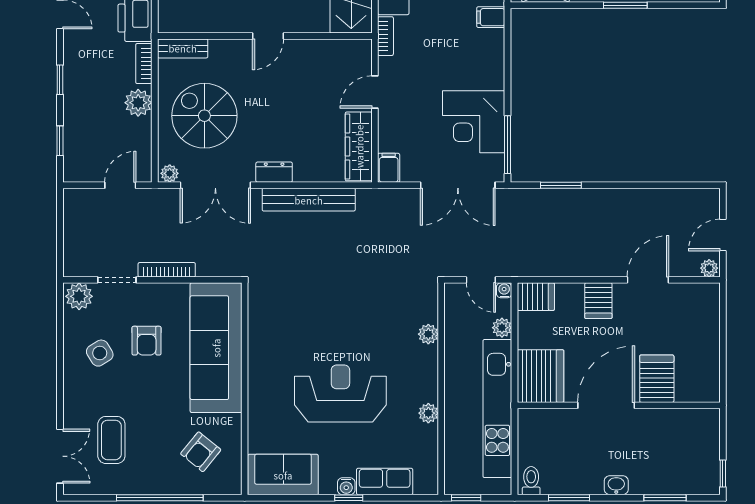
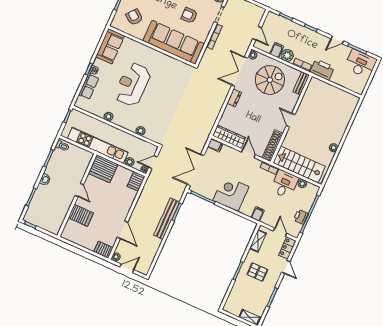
shoe rack: (336, 49) -> (273, 145), added
corner desk: (474, 122) -> (231, 194), moved
filing cabinet: (137, 129) -> (277, 50), added
bench: (309, 200) -> (167, 219), moved
door: (723, 235) -> (127, 268), hinge flipped
server rack: (598, 301) -> (103, 250), moved
reception desk: (340, 393) -> (132, 84), turned 180
door: (606, 405) -> (79, 190), width x0.53

